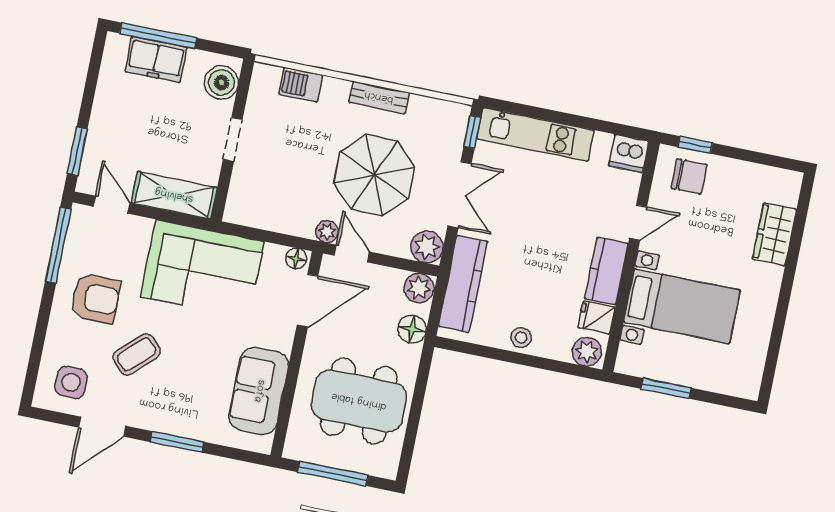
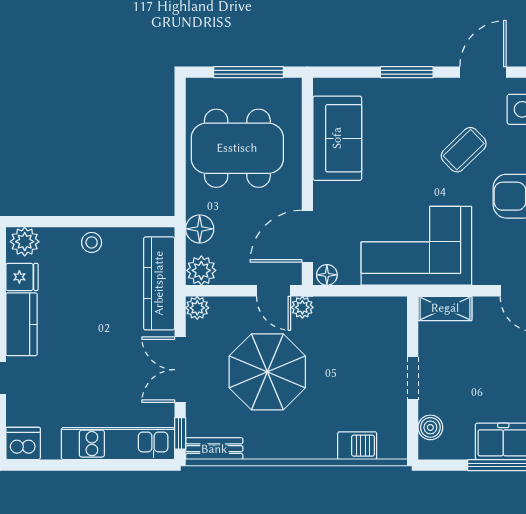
boiler: (221, 83) -> (430, 427), width x0.73, depth x0.73
bench: (379, 97) -> (214, 449), moved
shelving: (174, 195) -> (445, 308), width x0.67, depth x0.75
plant: (427, 247) -> (197, 308), width x0.73, depth x0.73

